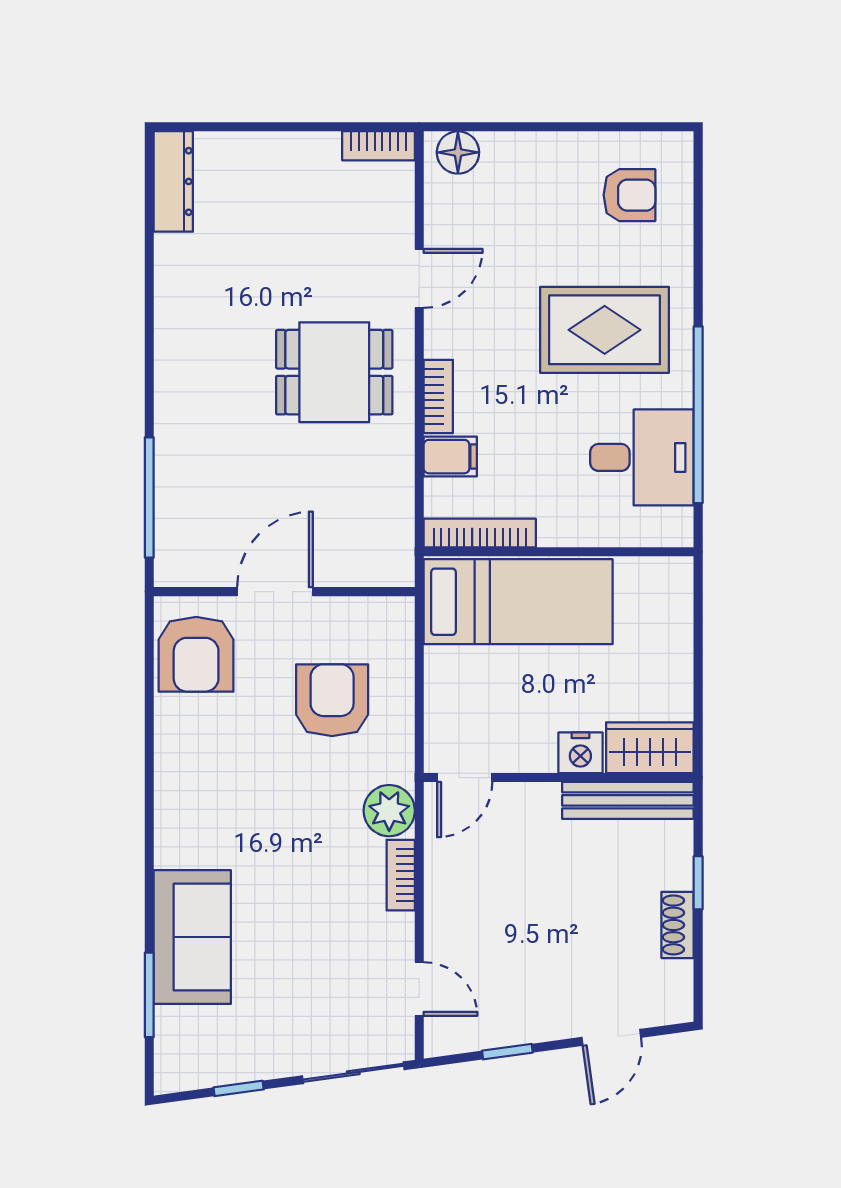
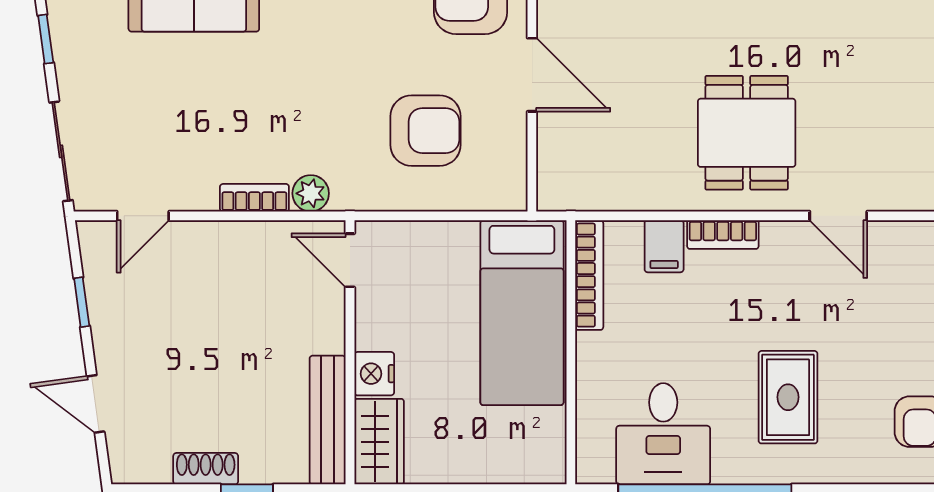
rug: (605, 330) -> (788, 397), width x0.73, depth x0.70
plant: (389, 811) -> (311, 193), width x0.73, depth x0.73

